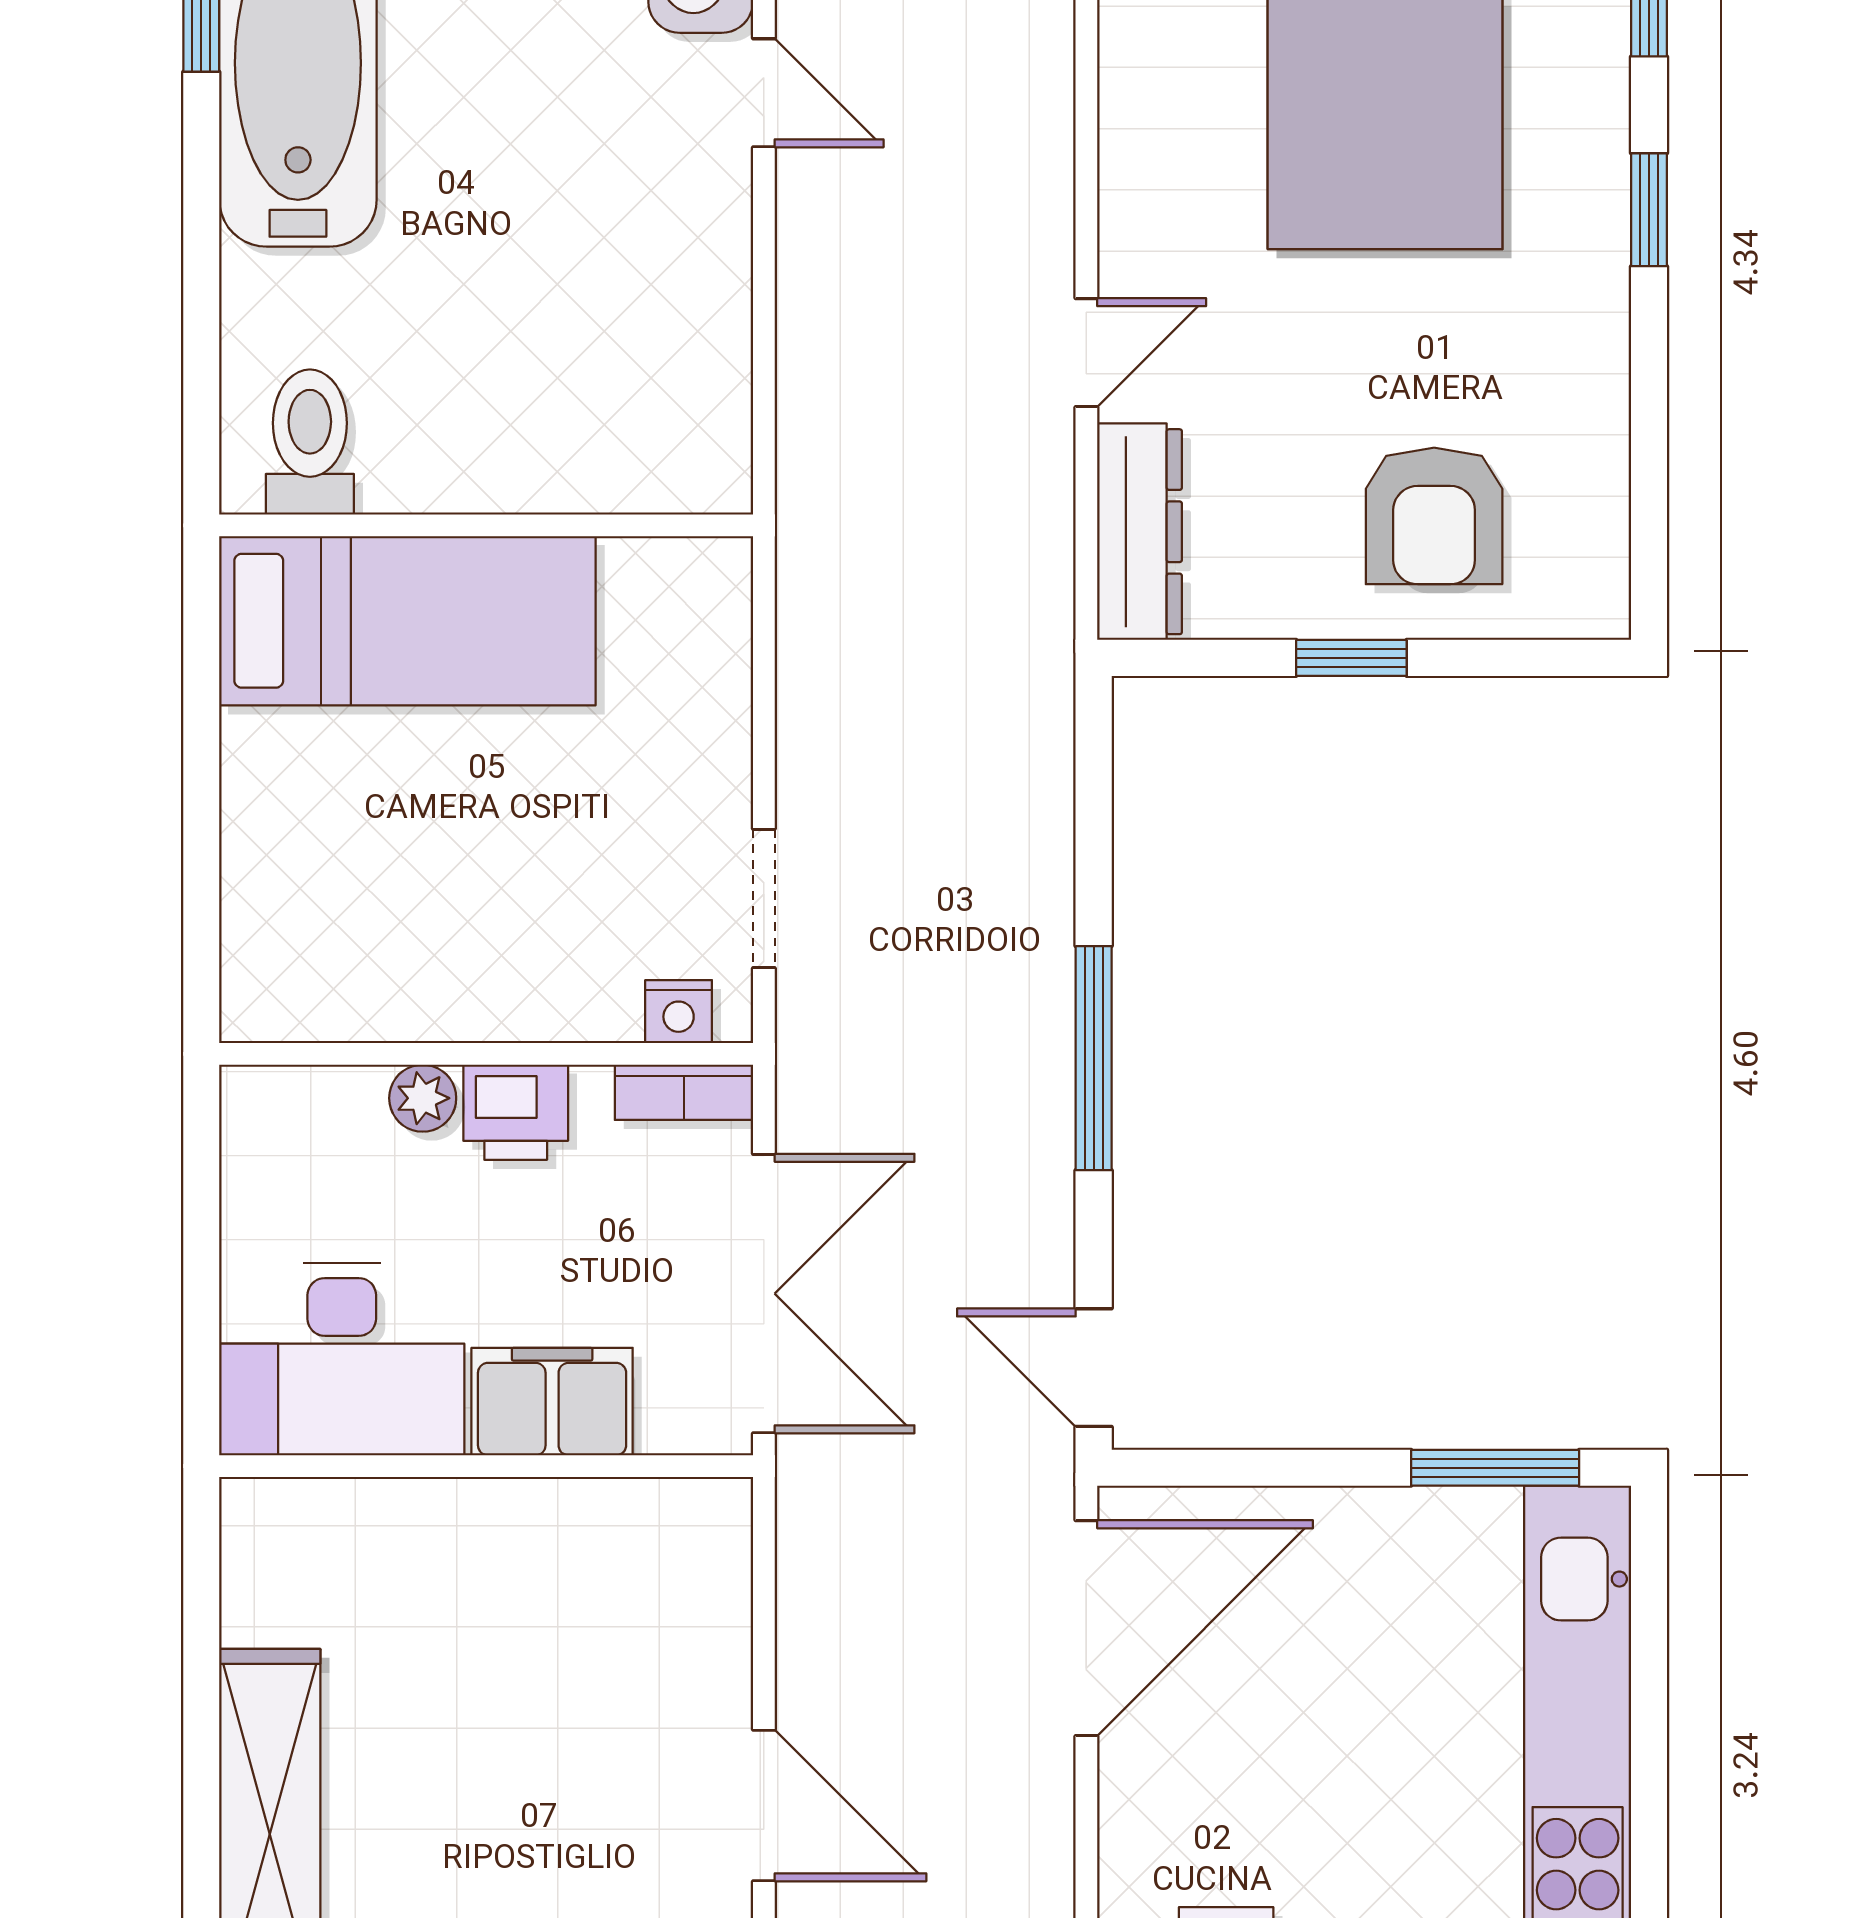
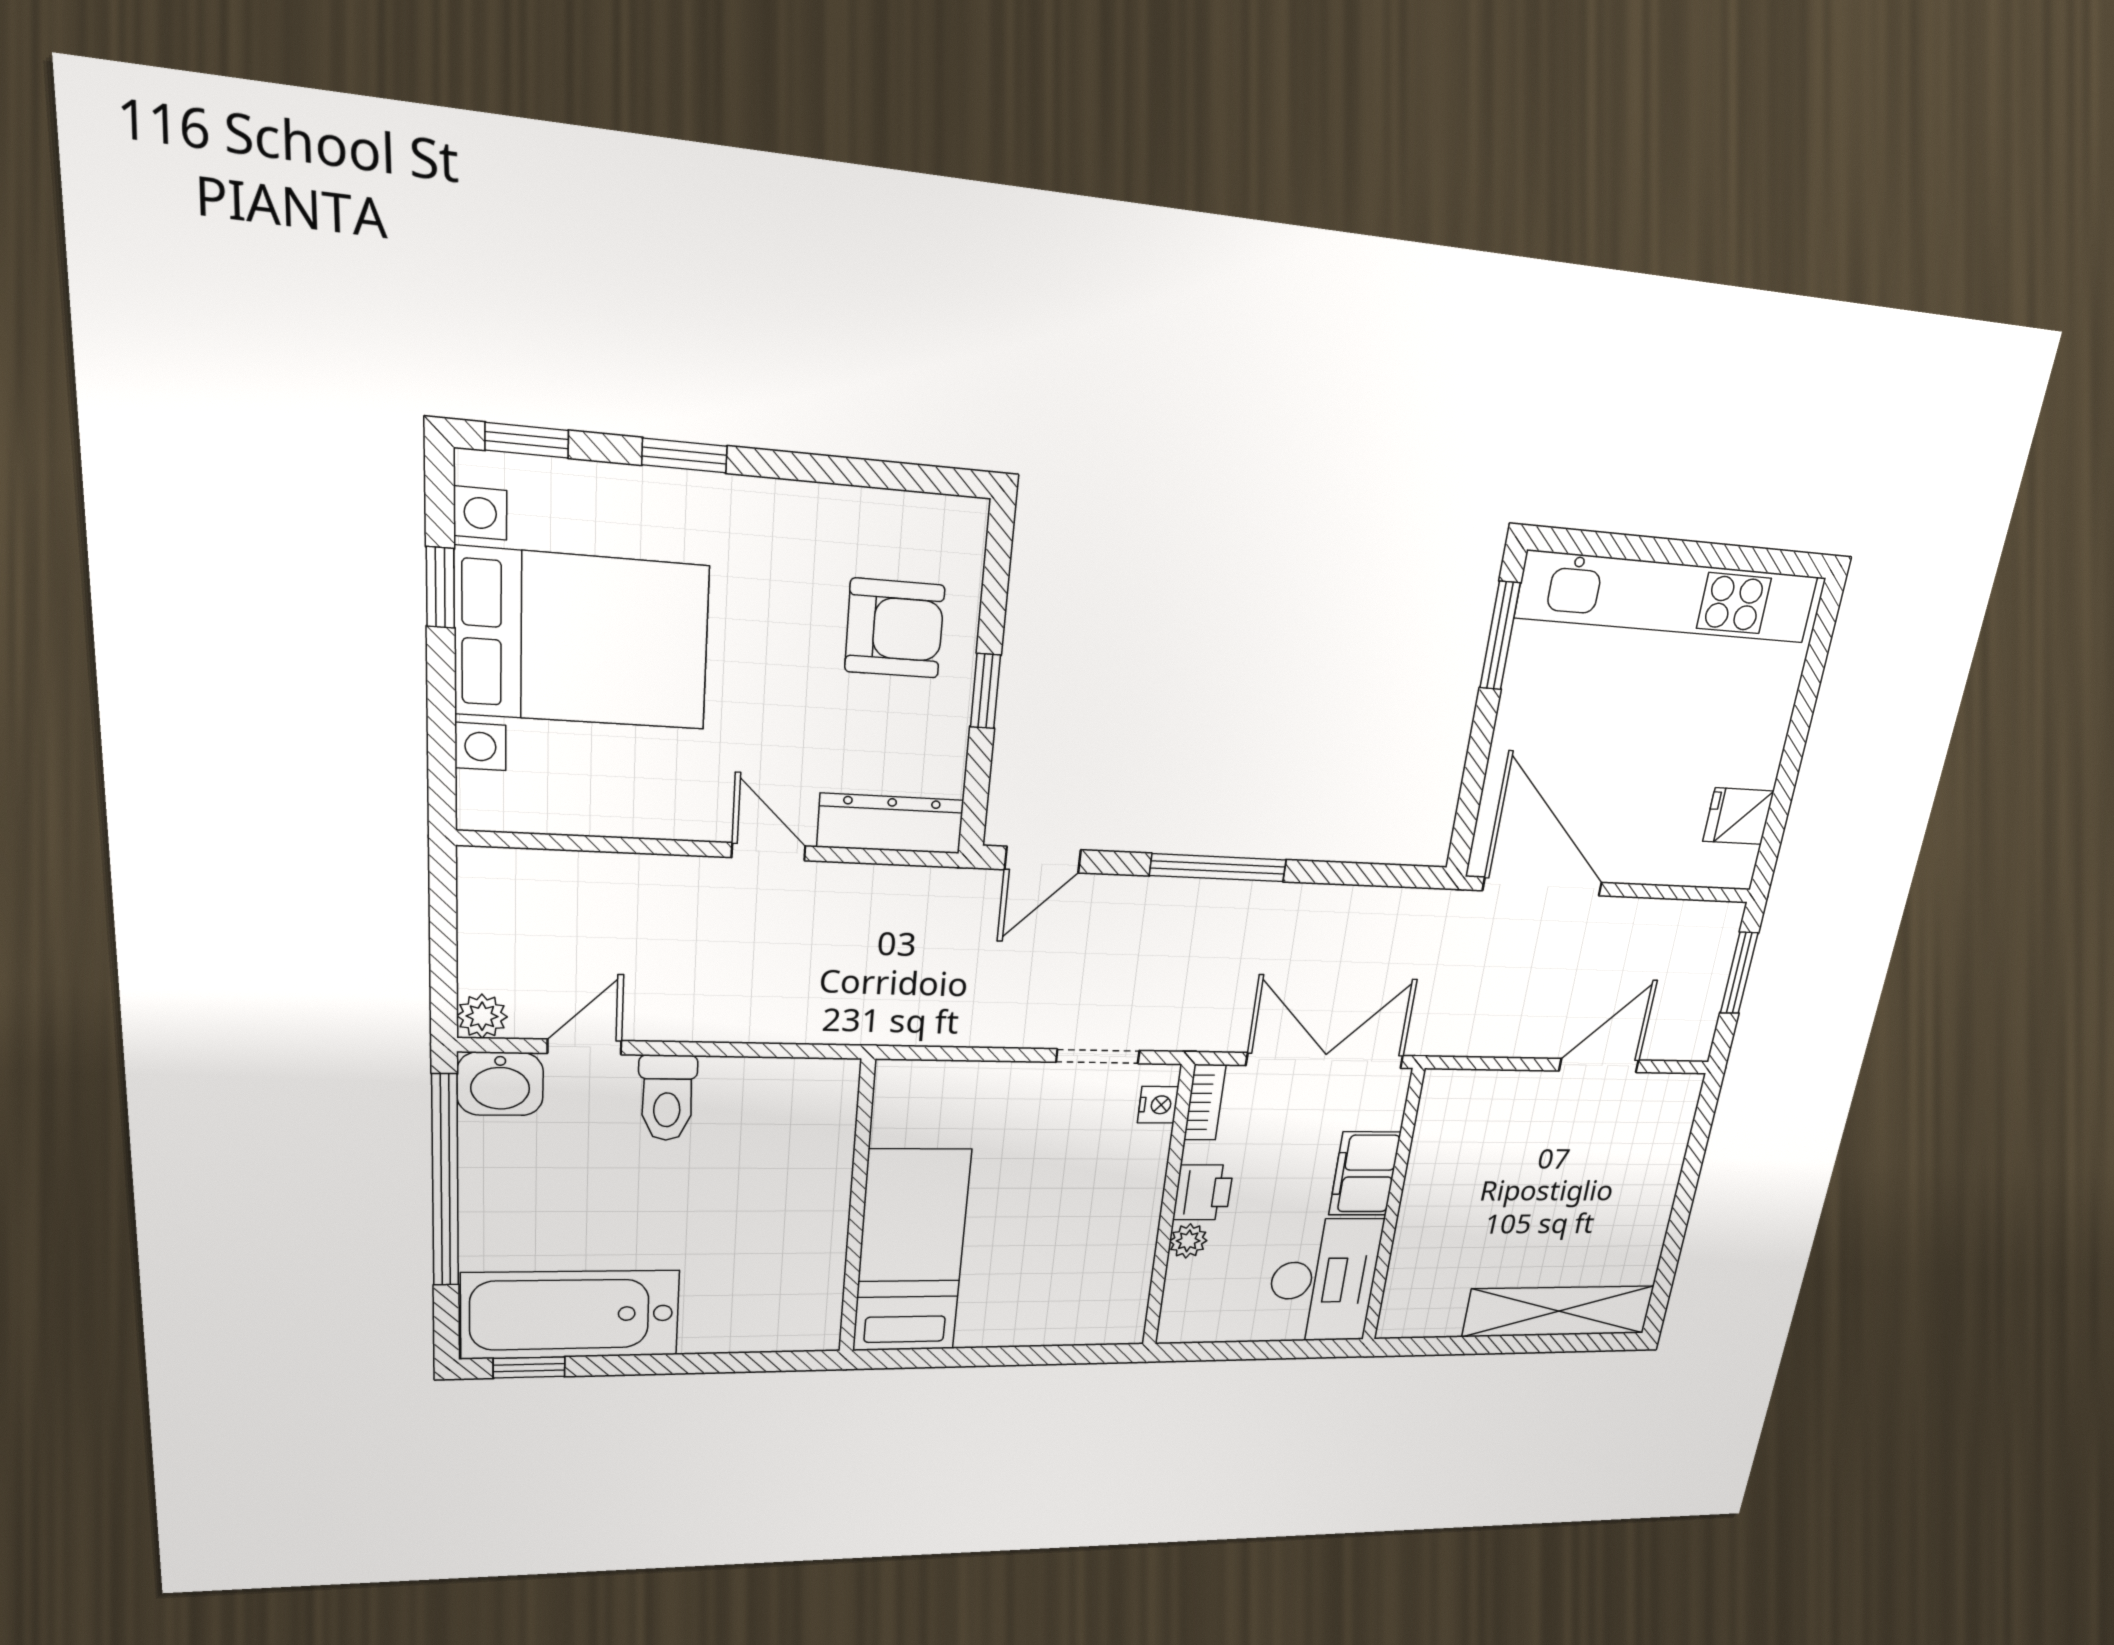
toilet: (310, 442) -> (667, 1098), moved, turned -90
door: (1094, 1368) -> (1043, 860), moved

